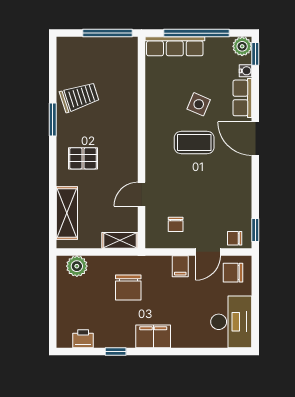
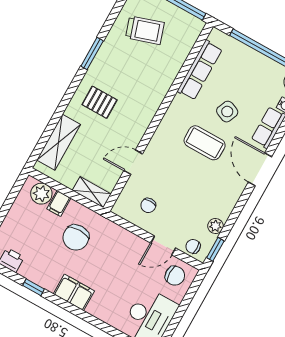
row of seats: (175, 46) -> (200, 70), moved, turned -90
trolley: (79, 97) -> (145, 30), moved
plant: (244, 210) -> (215, 226), added
filing cabinet: (180, 266) -> (59, 203), moved
chair: (233, 273) -> (175, 276), turned 180

